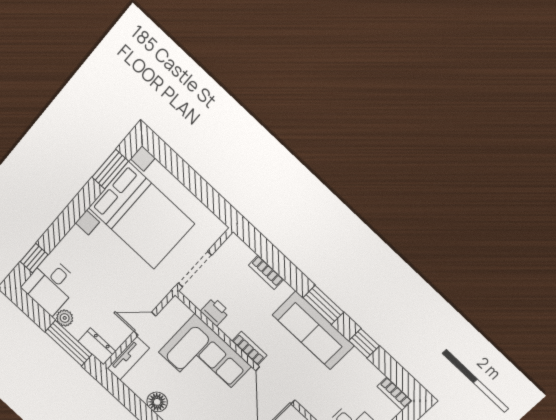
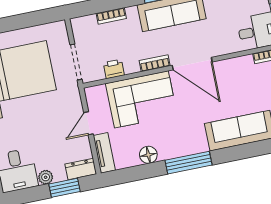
window: (68, 343) -> (64, 188), width x0.69

